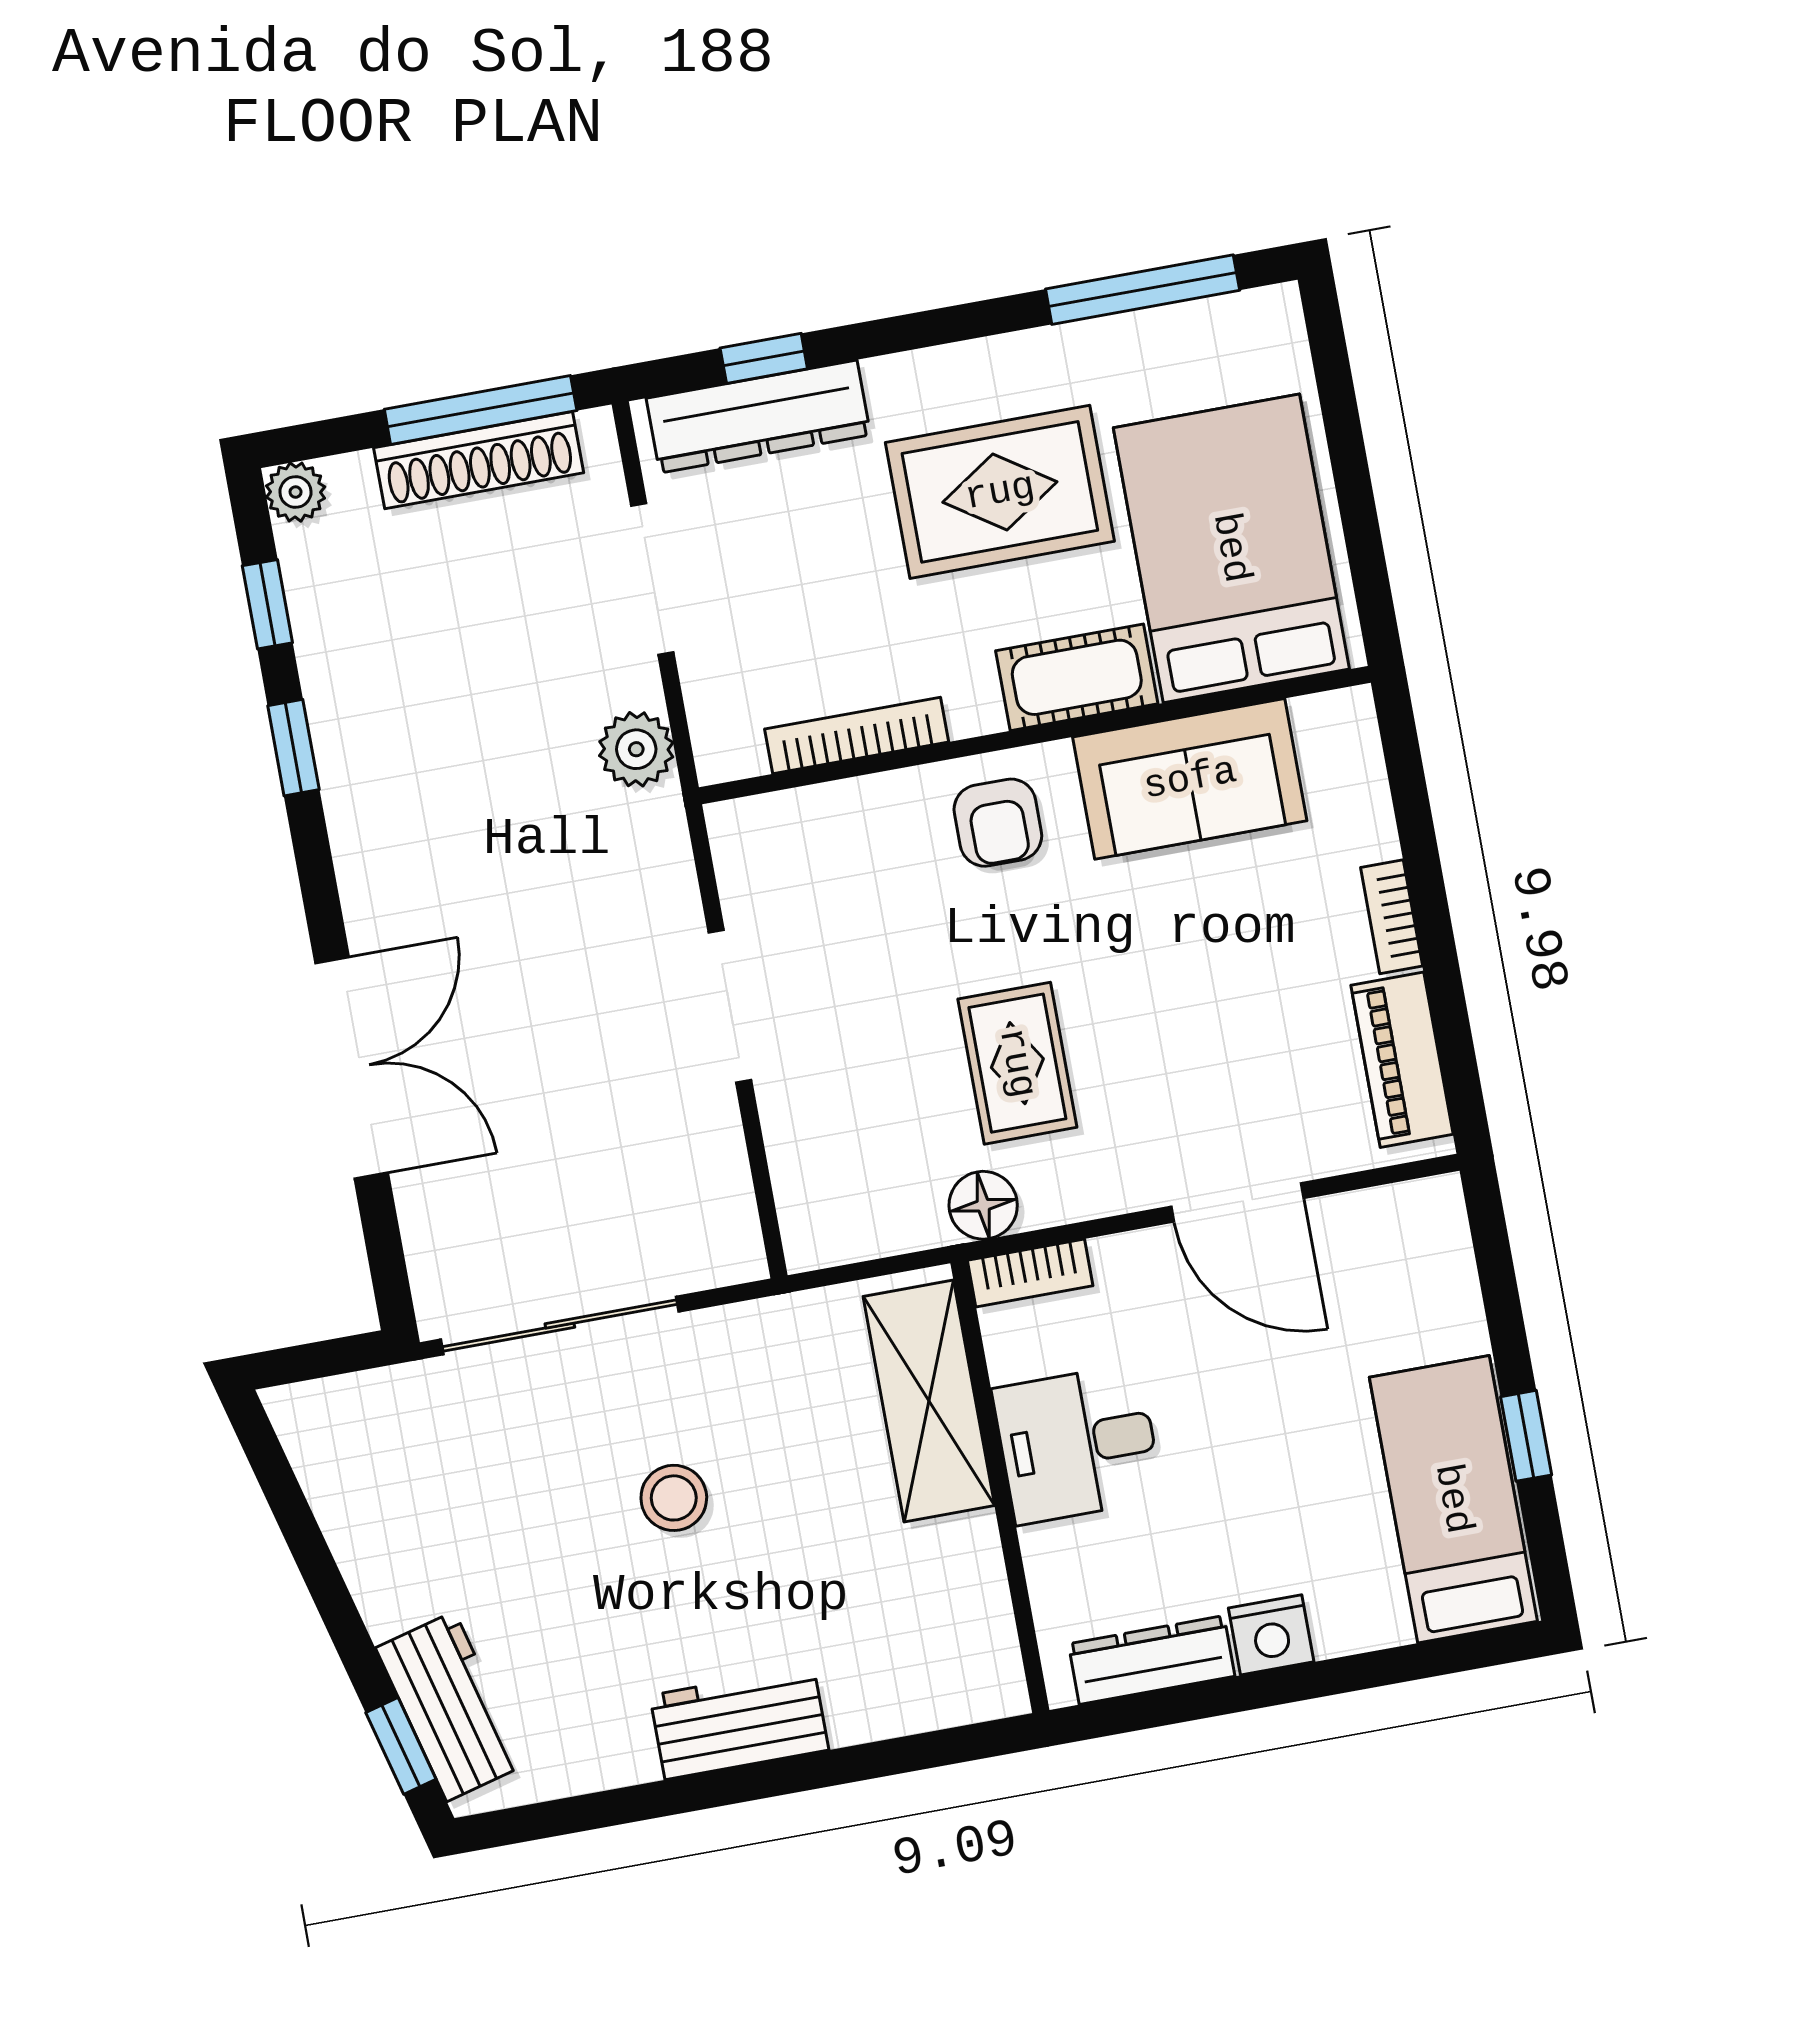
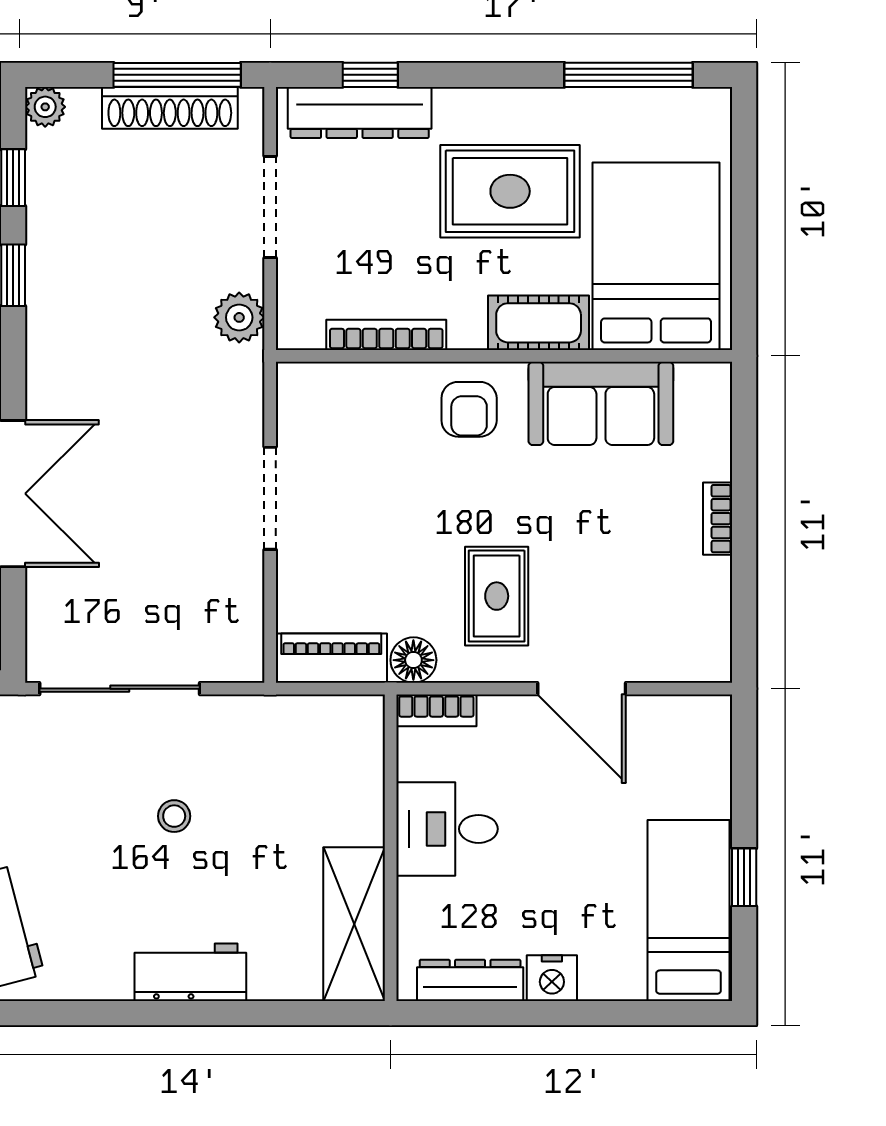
piano: (1402, 1060) -> (331, 658), moved, turned 90
rug: (1017, 1063) -> (497, 596), moved
shelving: (929, 1401) -> (354, 924), moved
stool: (674, 1498) -> (174, 816), width x0.73, depth x0.73

